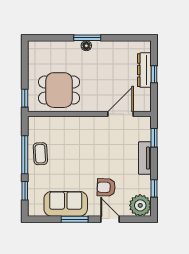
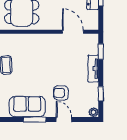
door: (121, 114) -> (73, 32), hinge flipped
plant: (140, 205) -> (94, 112), width x0.53, depth x0.53

